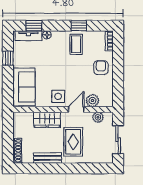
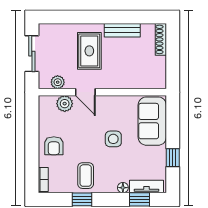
side table: (58, 96) -> (113, 139), moved
door: (76, 110) -> (85, 92), hinge flipped
wardrobe: (47, 120) -> (123, 79), removed

